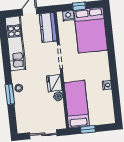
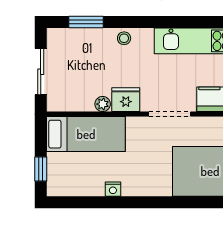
window: (10, 94) -> (86, 22), moved
window: (88, 129) -> (41, 169), moved

